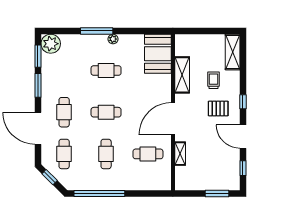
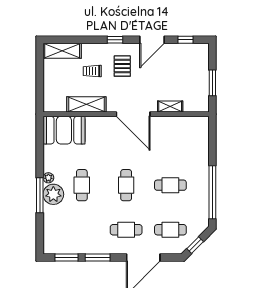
plant: (51, 44) -> (53, 194), moved
cafe table: (148, 154) -> (170, 141), removed
window: (217, 193) -> (212, 83), moved

